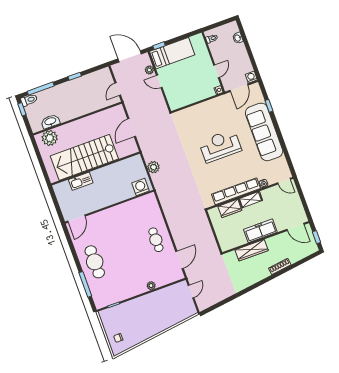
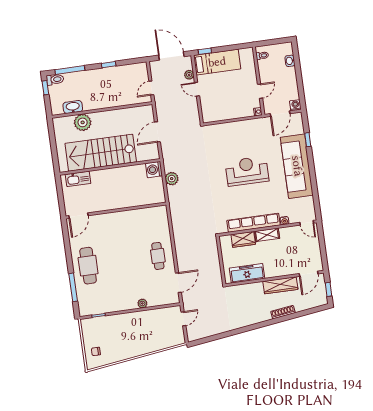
plant: (50, 138) -> (83, 122), moved
kitchen sink: (81, 181) -> (78, 179), moved
washing machine: (141, 187) -> (154, 170), moved, turned -90
door: (295, 227) -> (309, 274), hinge flipped
freezer: (260, 231) -> (247, 273), moved
wardrobe: (252, 250) -> (280, 285), moved

